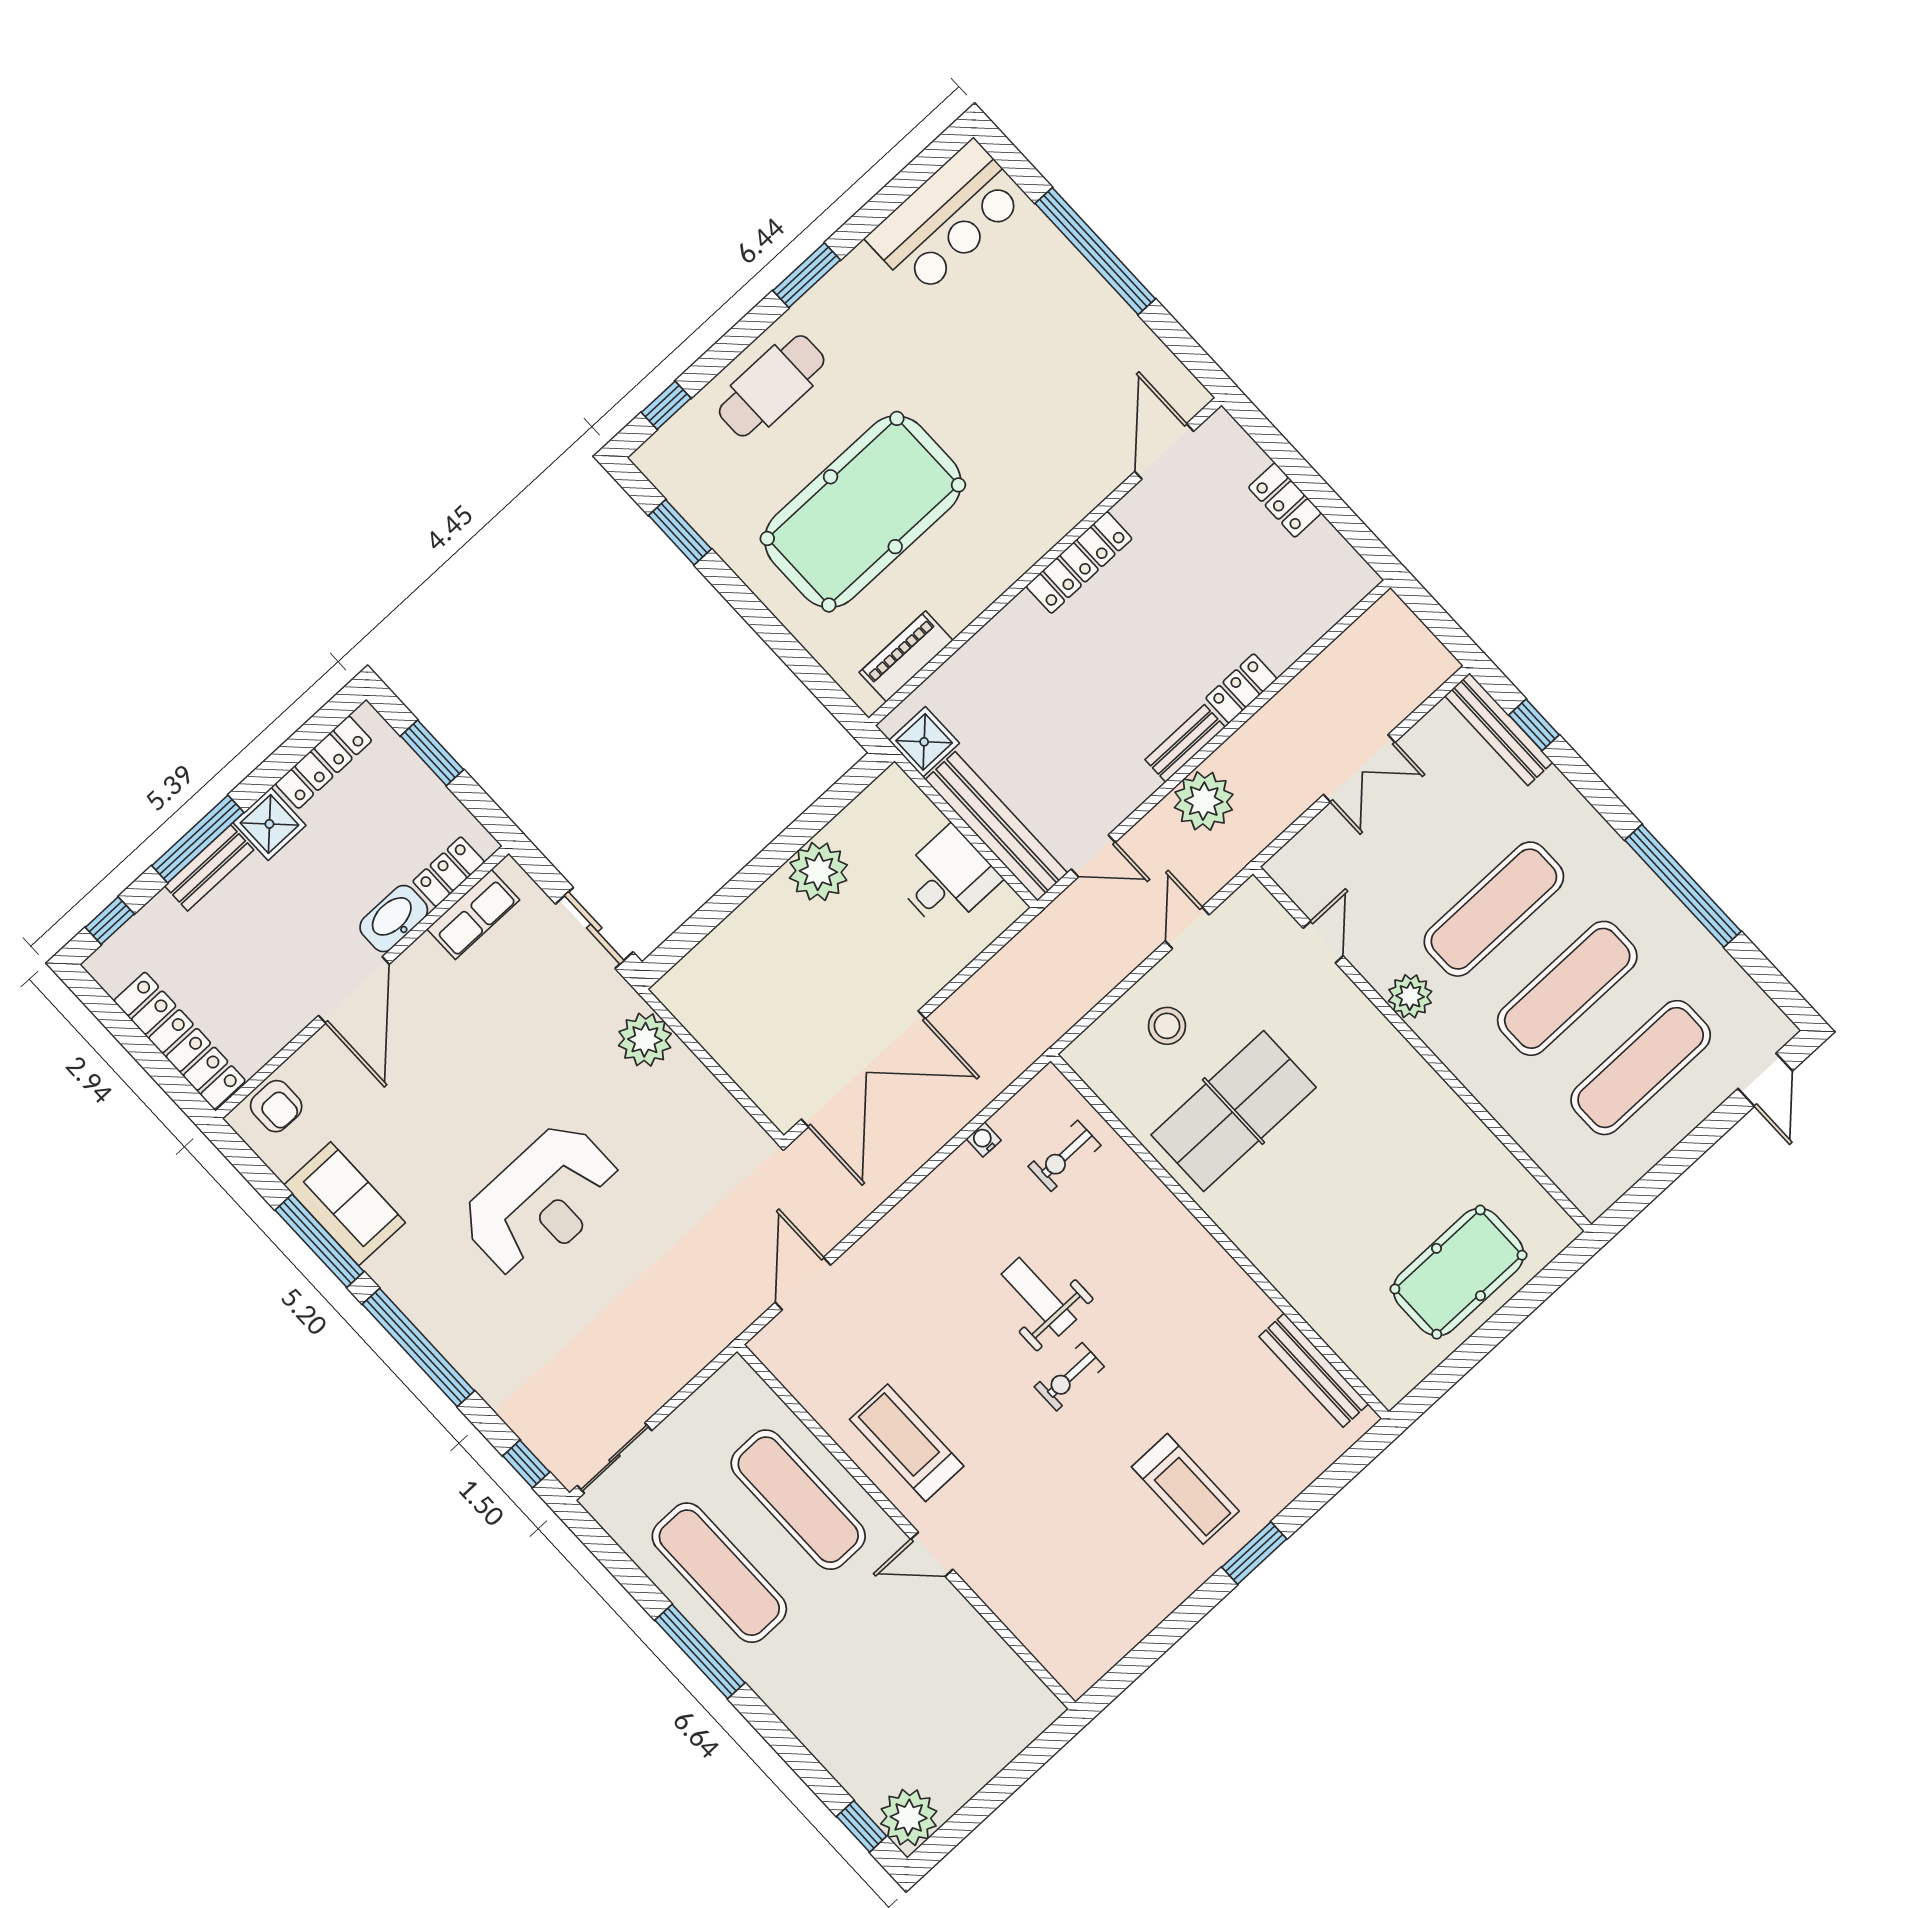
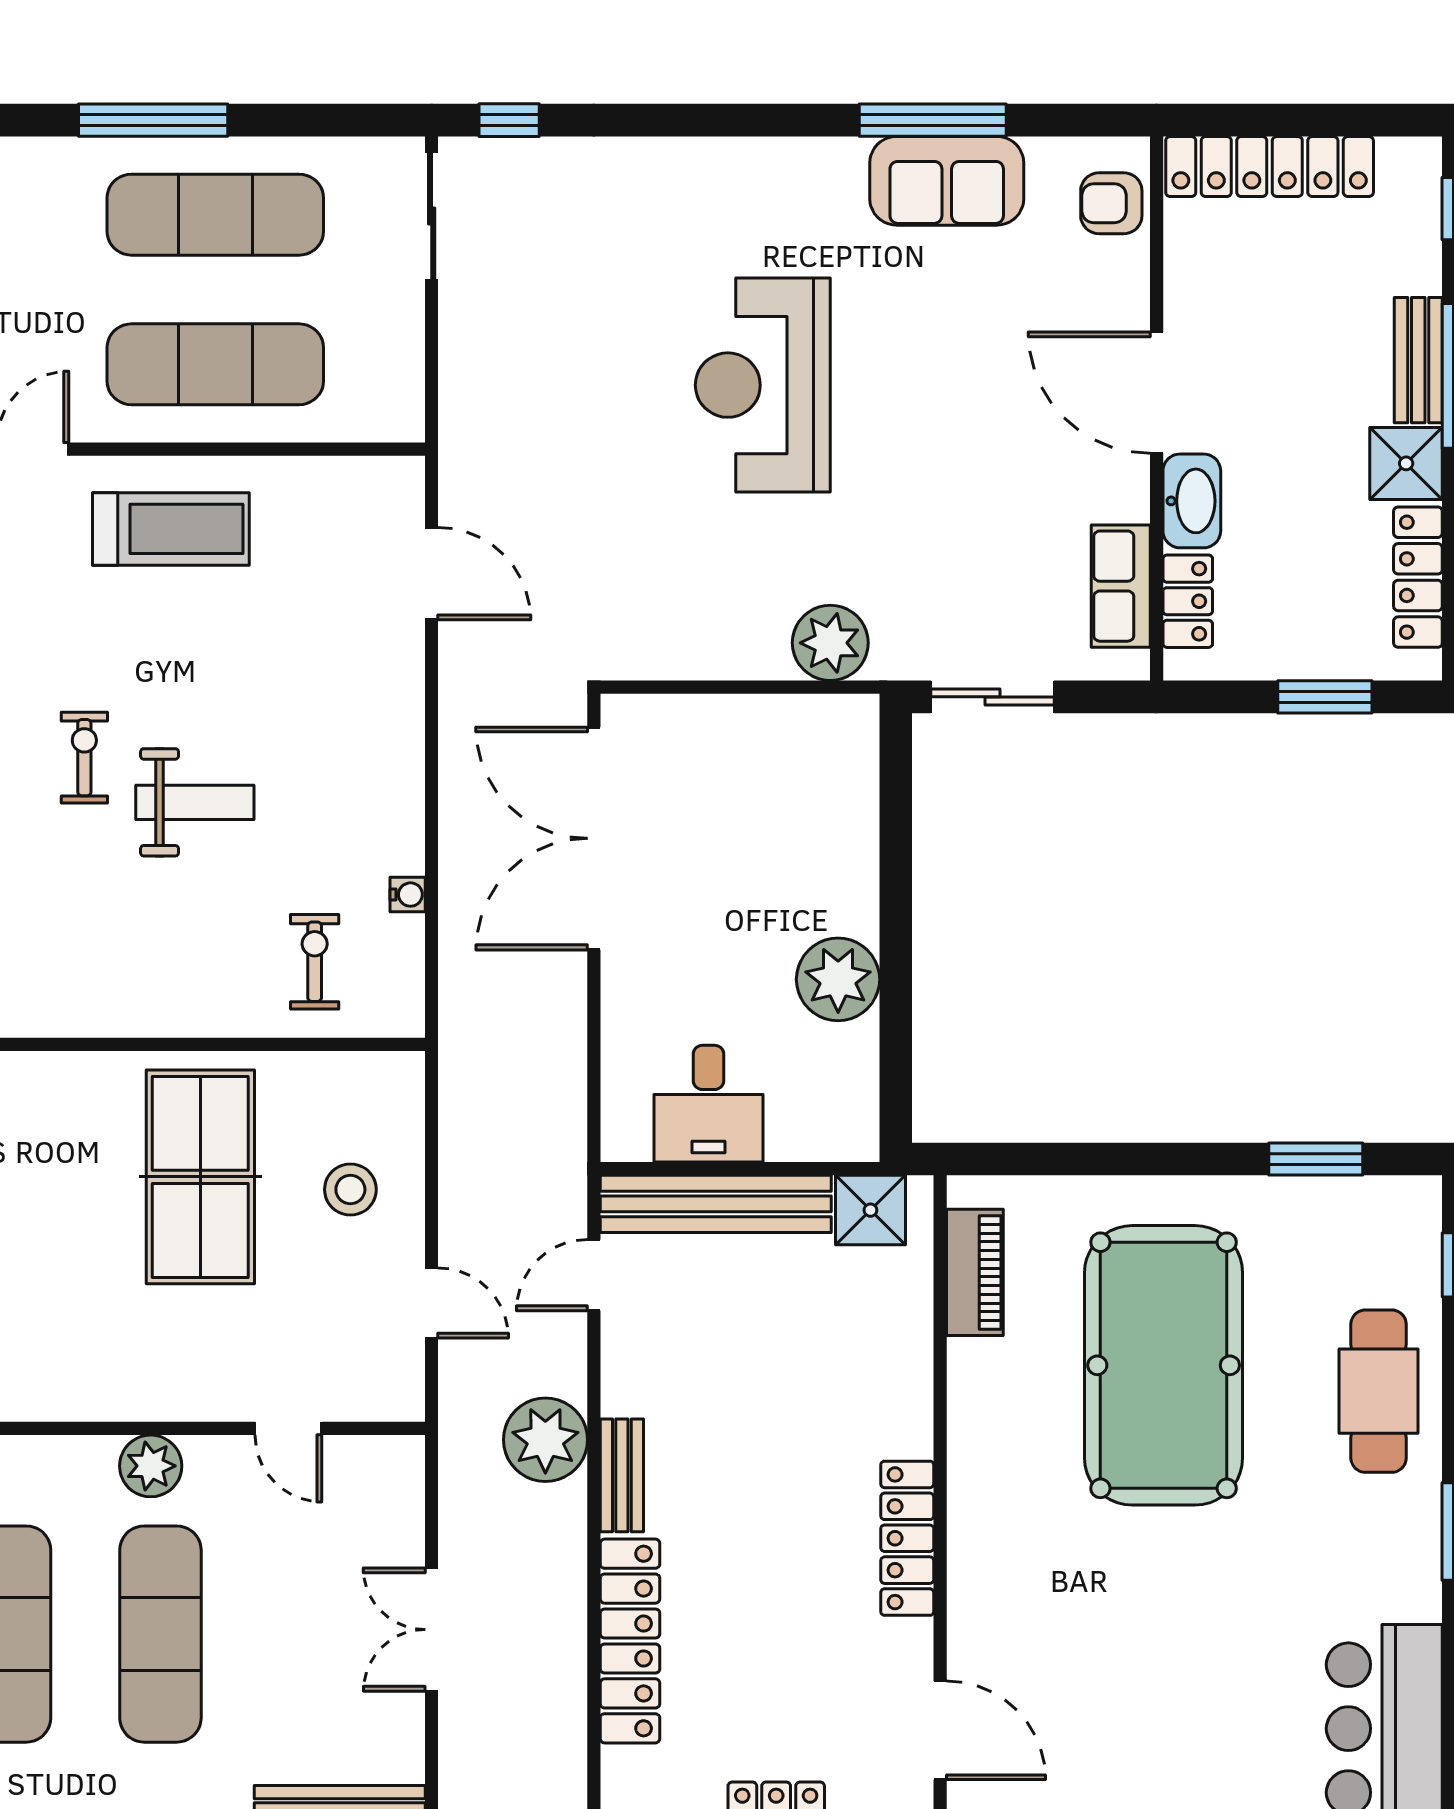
locker: (1241, 688) -> (630, 1641), width x2.16, depth x1.21
window: (418, 1348) -> (730, 120), removed

